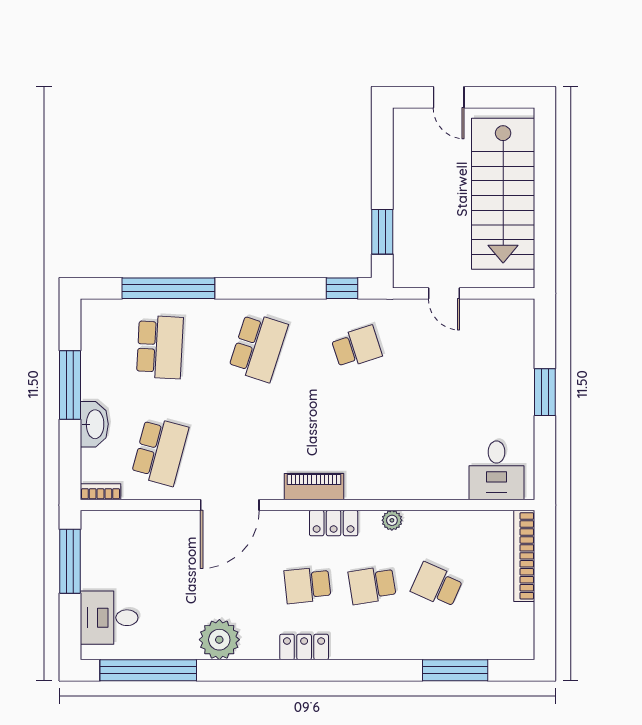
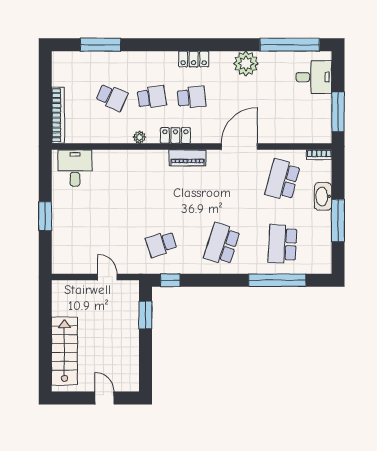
stairs: (503, 194) -> (64, 351), width x0.73, depth x0.66

